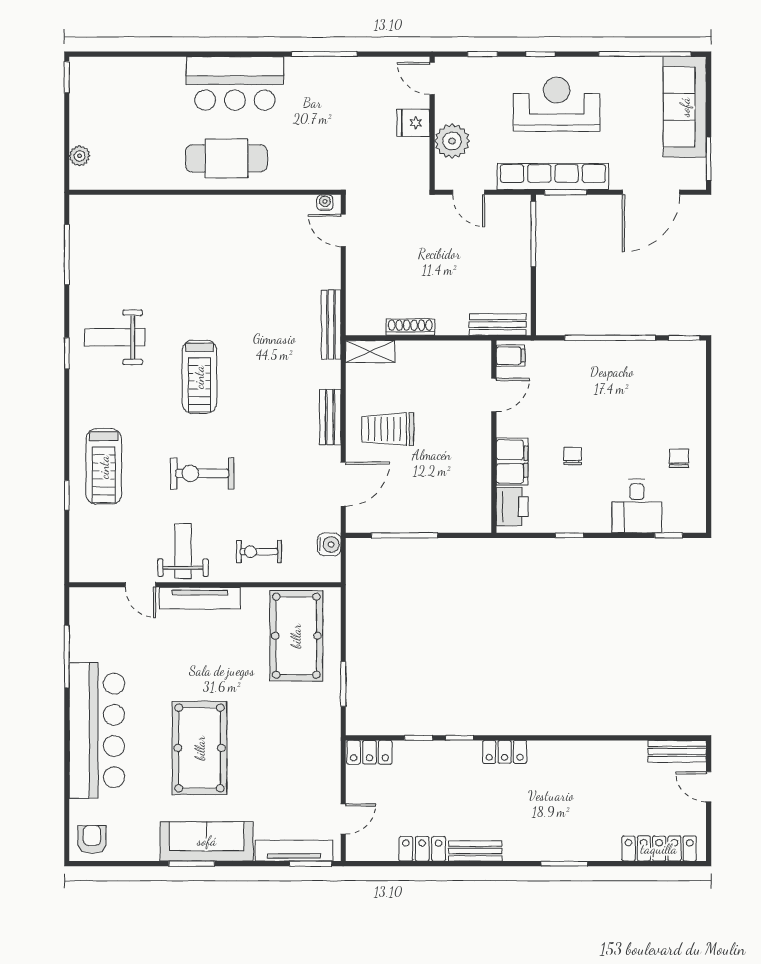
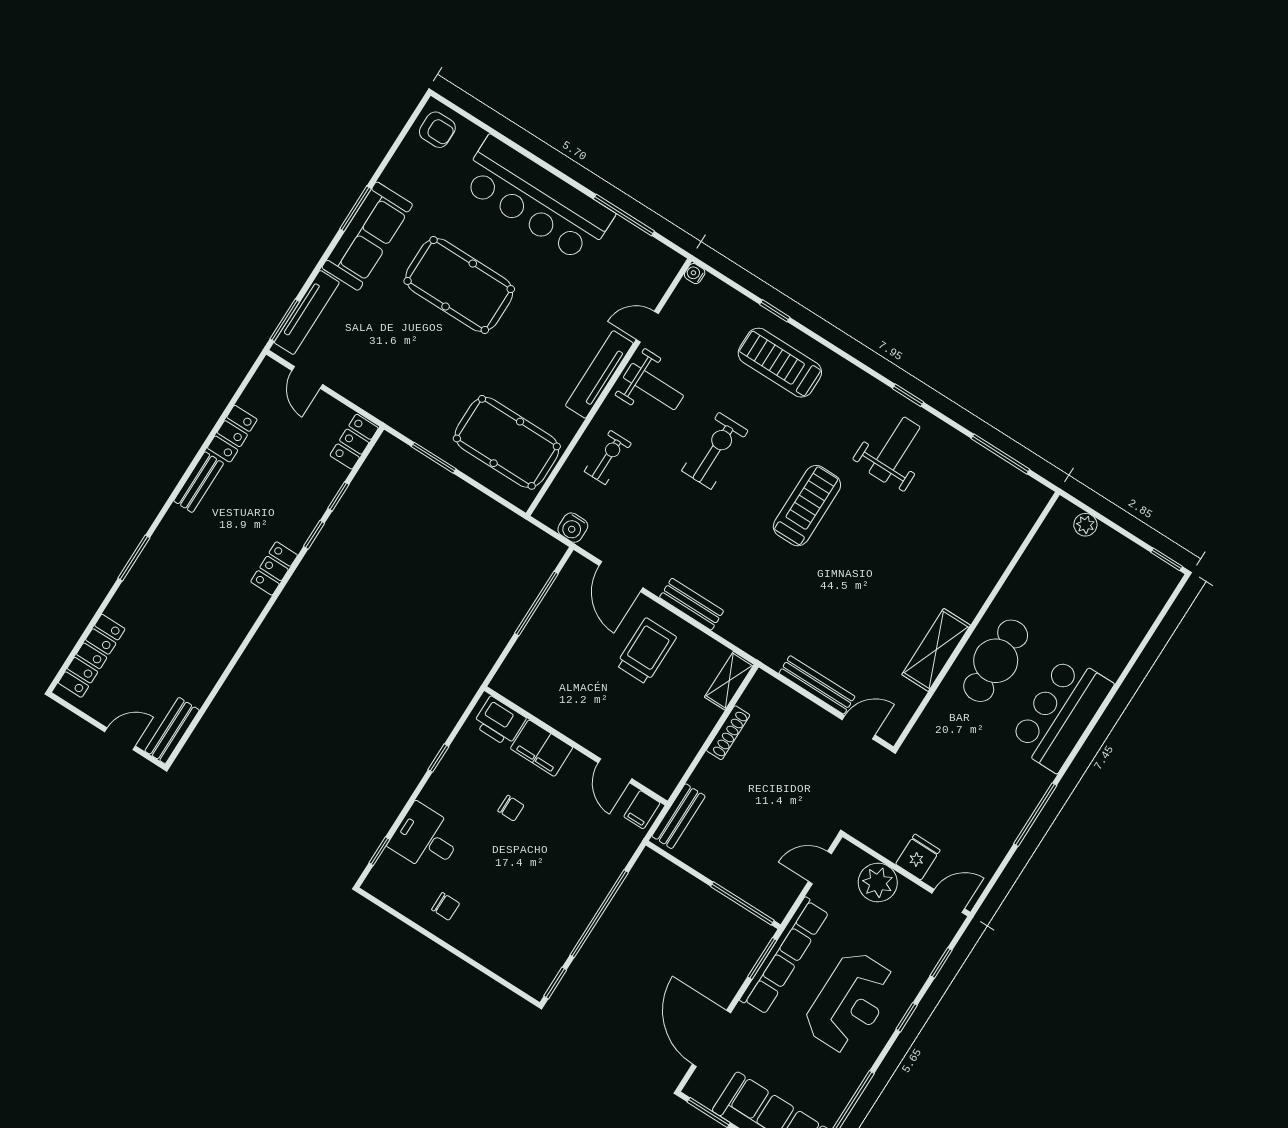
water cooler: (325, 203) -> (695, 274), moved, turned 180
shelving: (247, 209) -> (936, 650), added
bench: (331, 325) -> (817, 685), moved
treadmill: (199, 377) -> (807, 506), turned 90

